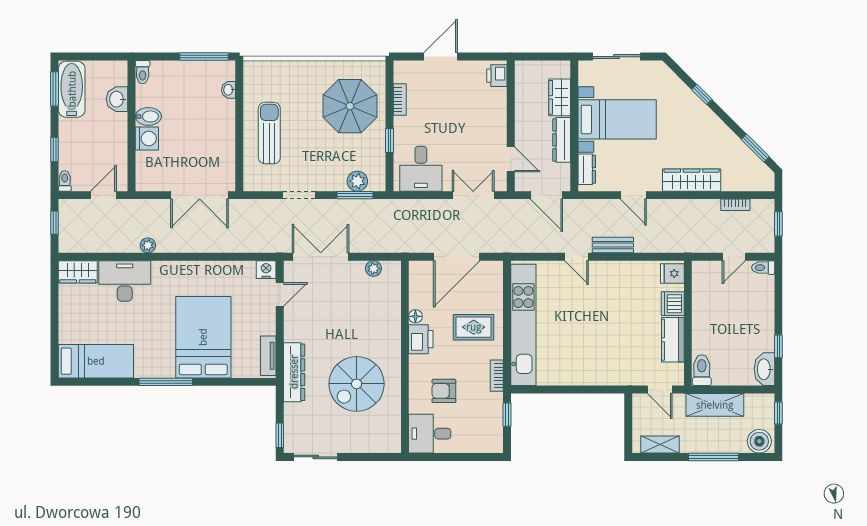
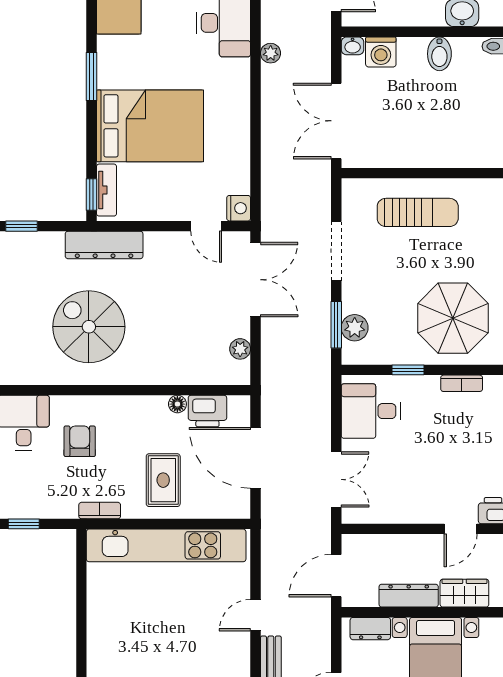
washbasin: (229, 90) -> (353, 46), moved, turned 180
washing machine: (147, 139) -> (381, 52), moved
door: (511, 159) -> (461, 529), moved
doorway: (299, 195) -> (336, 251), width x1.38
printer: (421, 339) -> (207, 411), moved
tv unit: (268, 356) -> (107, 190), moved, turned 90
window: (166, 382) -> (91, 77), width x0.69
window: (256, 382) -> (91, 194), added
window: (507, 415) -> (24, 524), moved

